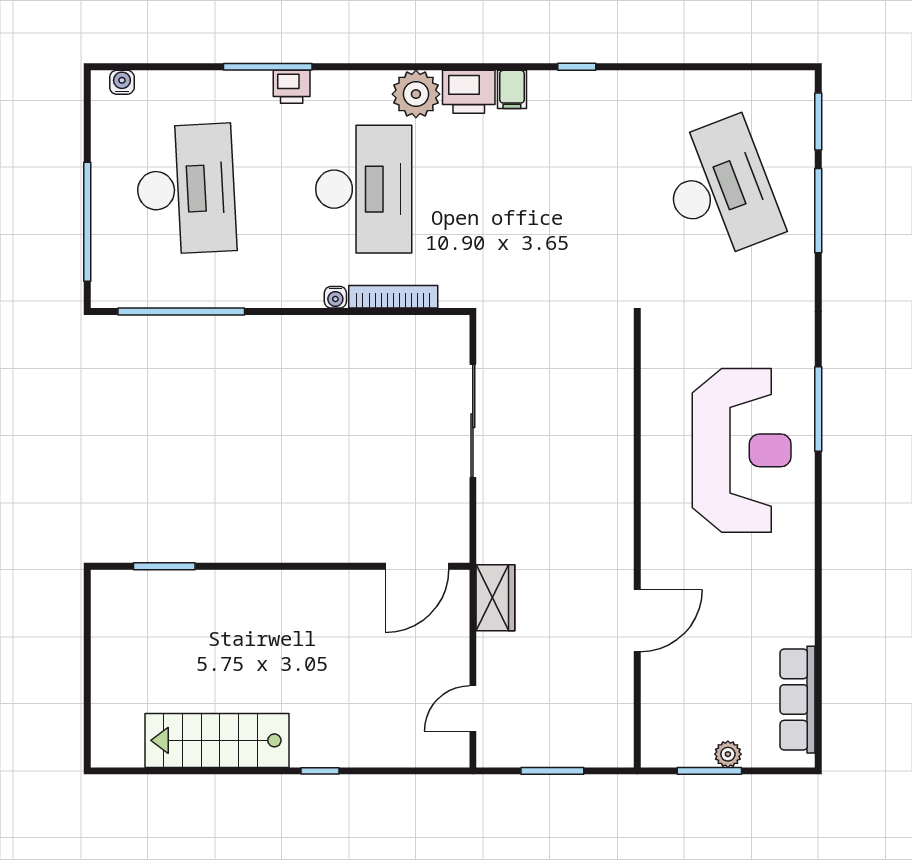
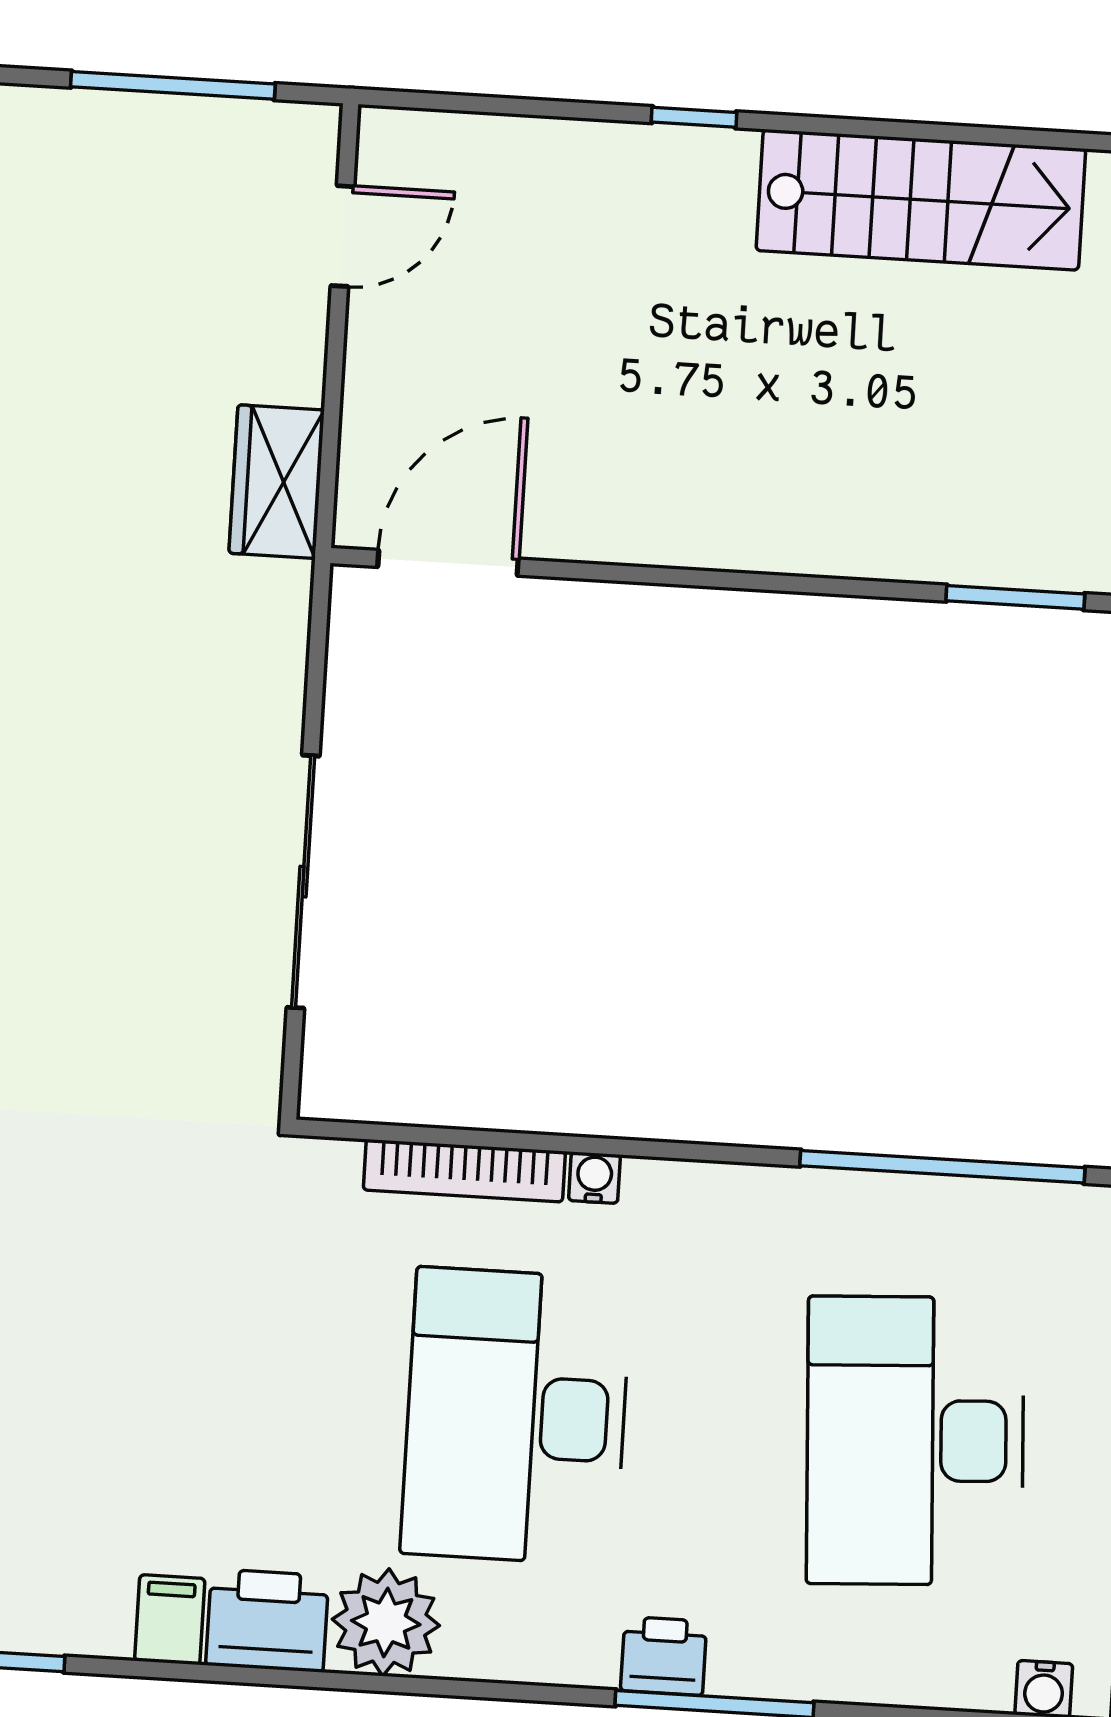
window: (552, 771) -> (173, 85), width x1.44

